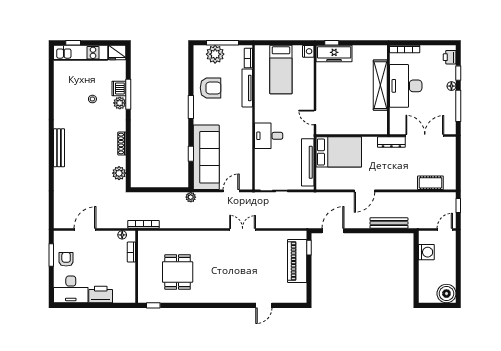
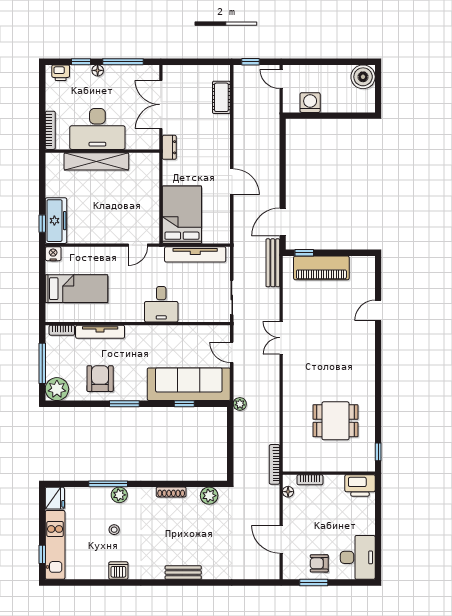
plant: (215, 54) -> (57, 389), moved
dishwasher: (119, 88) -> (118, 571), moved, turned 180
dresser: (391, 142) -> (169, 147), width x0.70
bench: (59, 148) -> (183, 573), width x0.73
bench: (389, 223) -> (273, 263), moved
door: (333, 231) -> (283, 222), hinge flipped
printer: (101, 294) -> (360, 485), moved, turned -90
door: (264, 305) -> (378, 310), swing flipped

